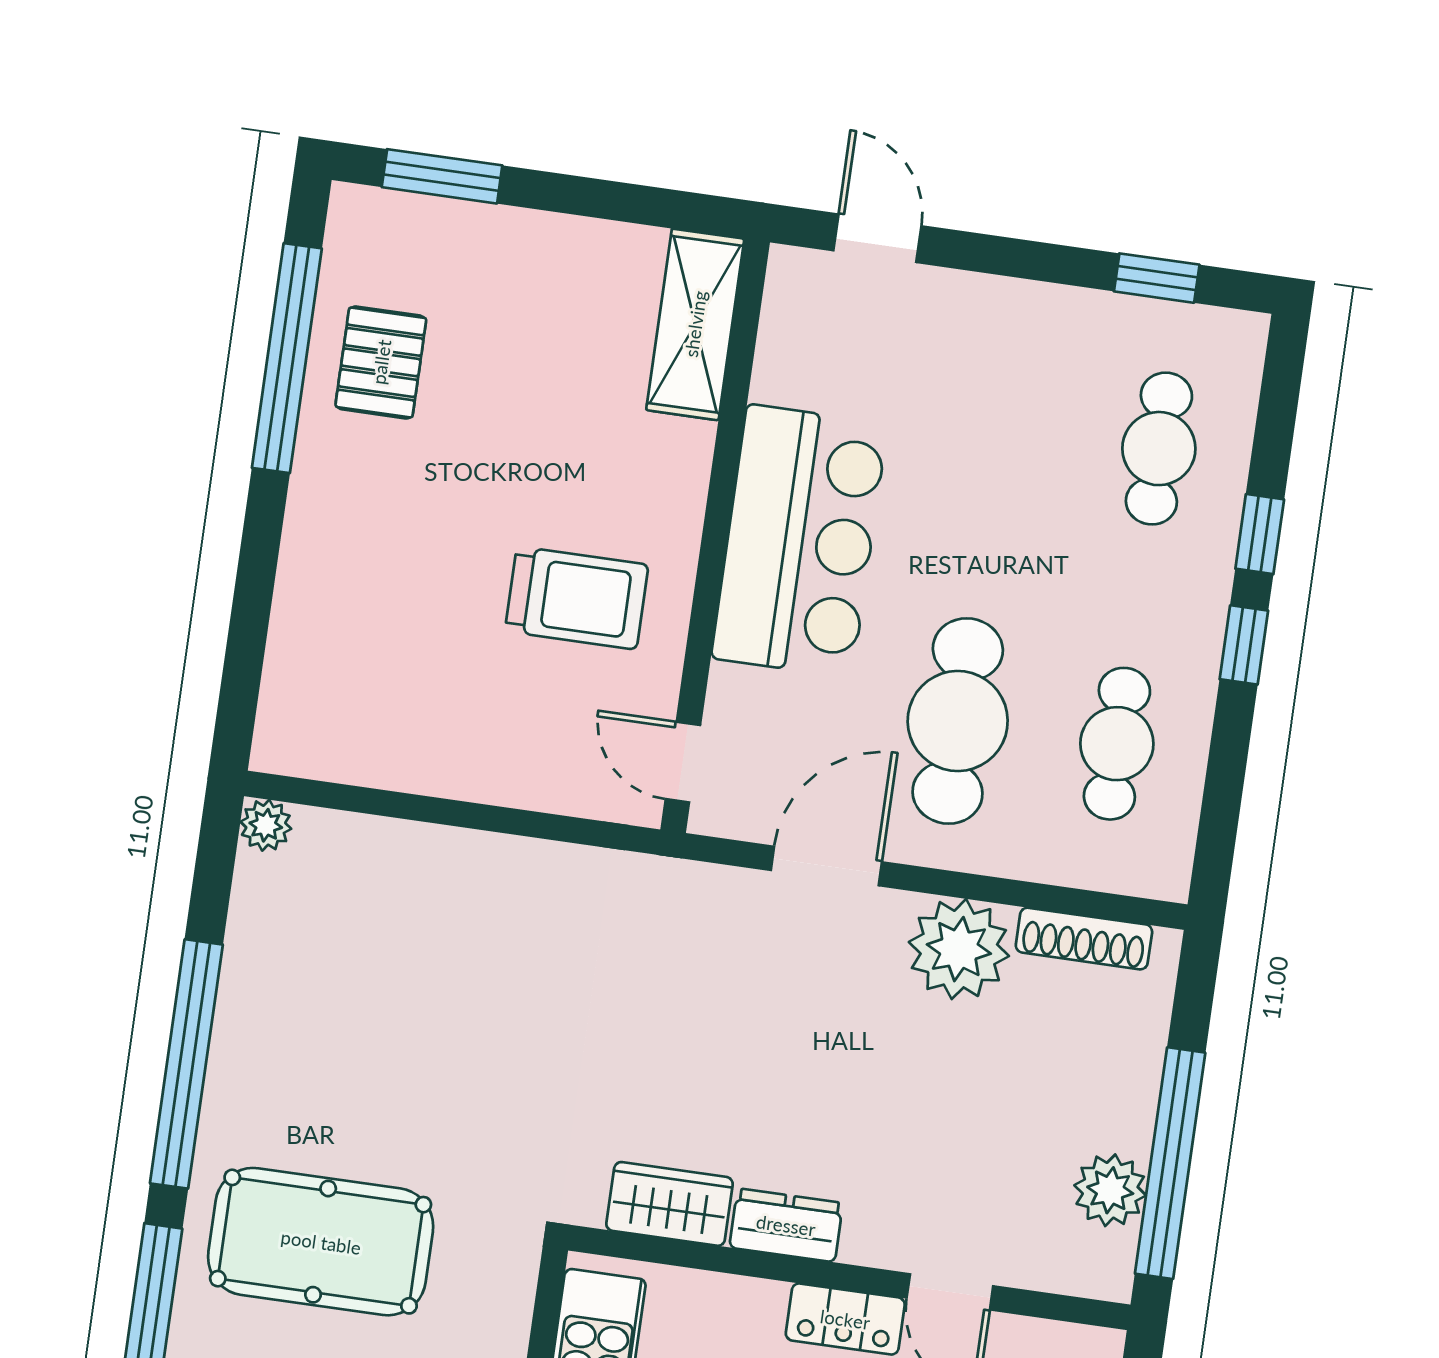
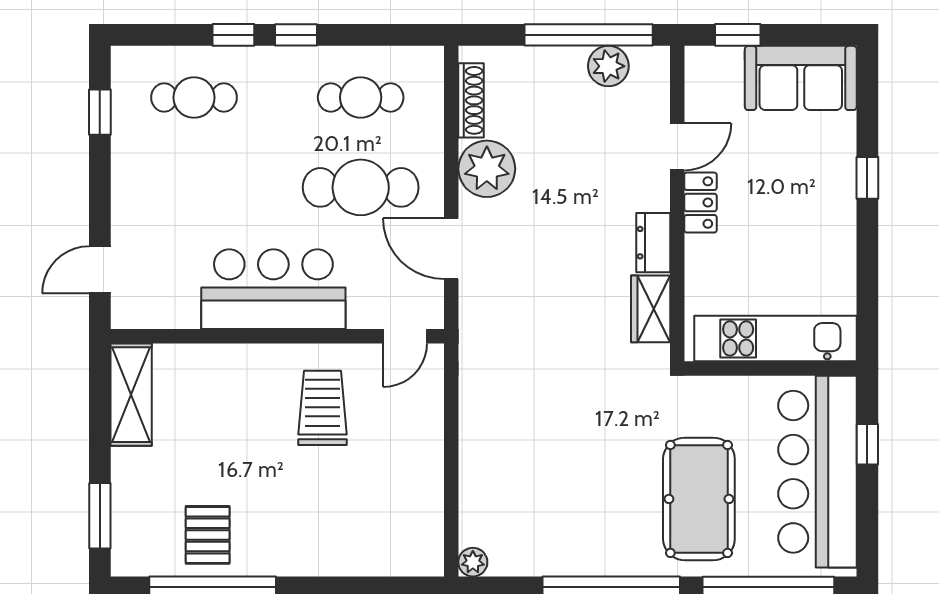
shelving: (695, 324) -> (131, 395), moved, turned 90
pallet: (381, 362) -> (208, 535), turned 90

